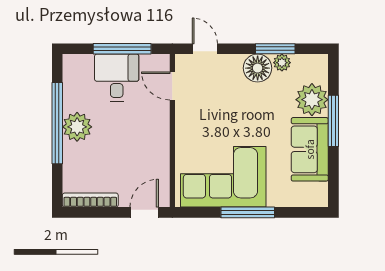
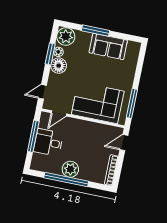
plant: (312, 100) -> (66, 36), moved
corner sofa: (223, 177) -> (98, 103), moved, turned 90
door: (144, 212) -> (124, 143), hinge flipped
window: (248, 212) -> (132, 103), moved

